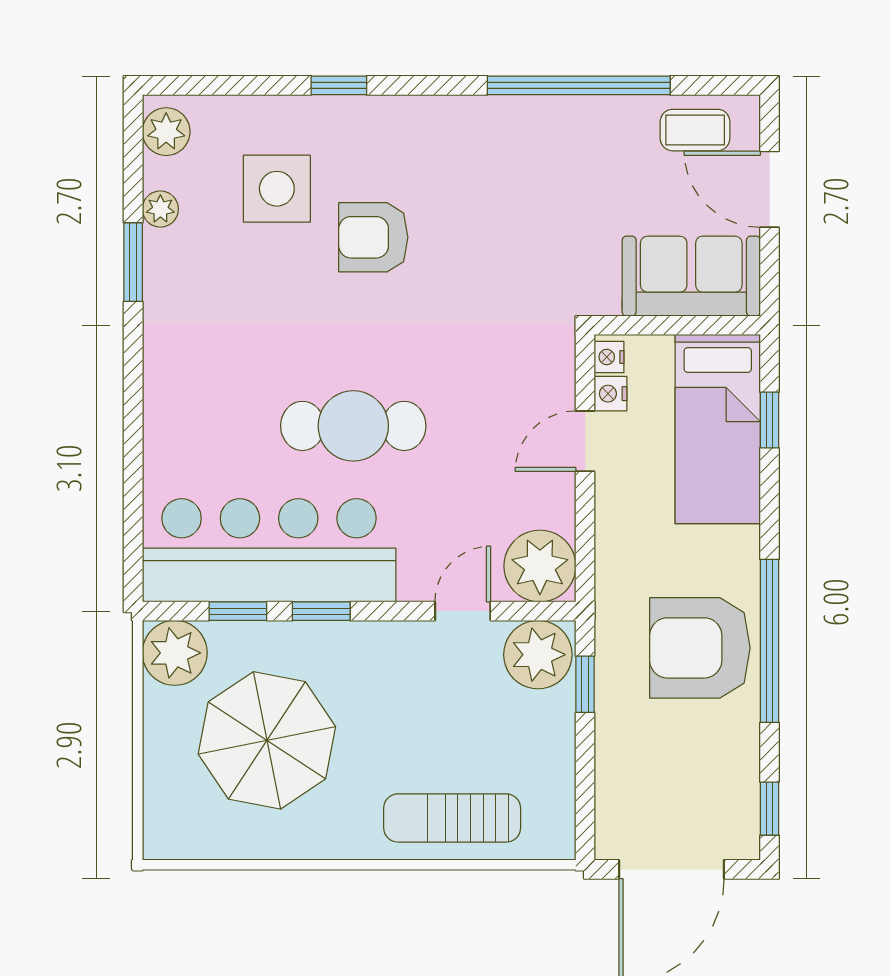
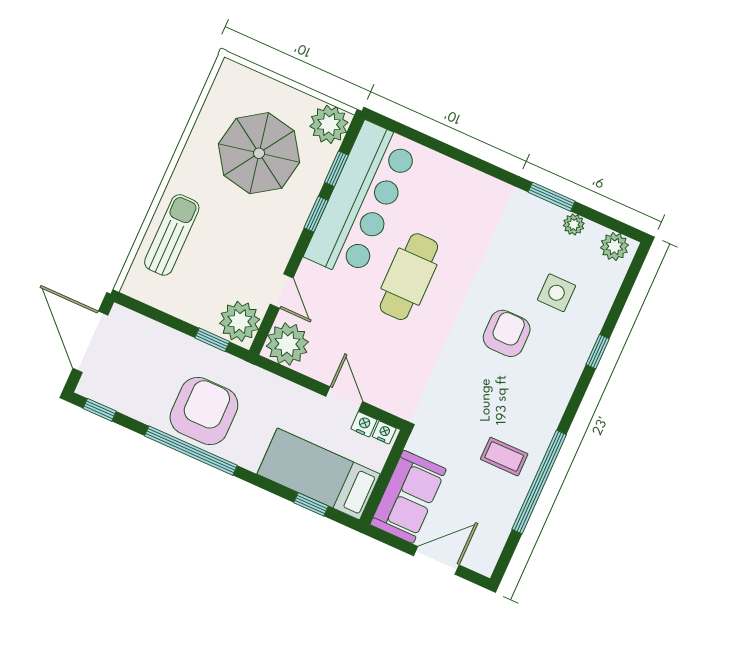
coffee table: (695, 130) -> (504, 457), moved, turned 90
side table: (277, 189) -> (556, 293), width x0.73, depth x0.73

